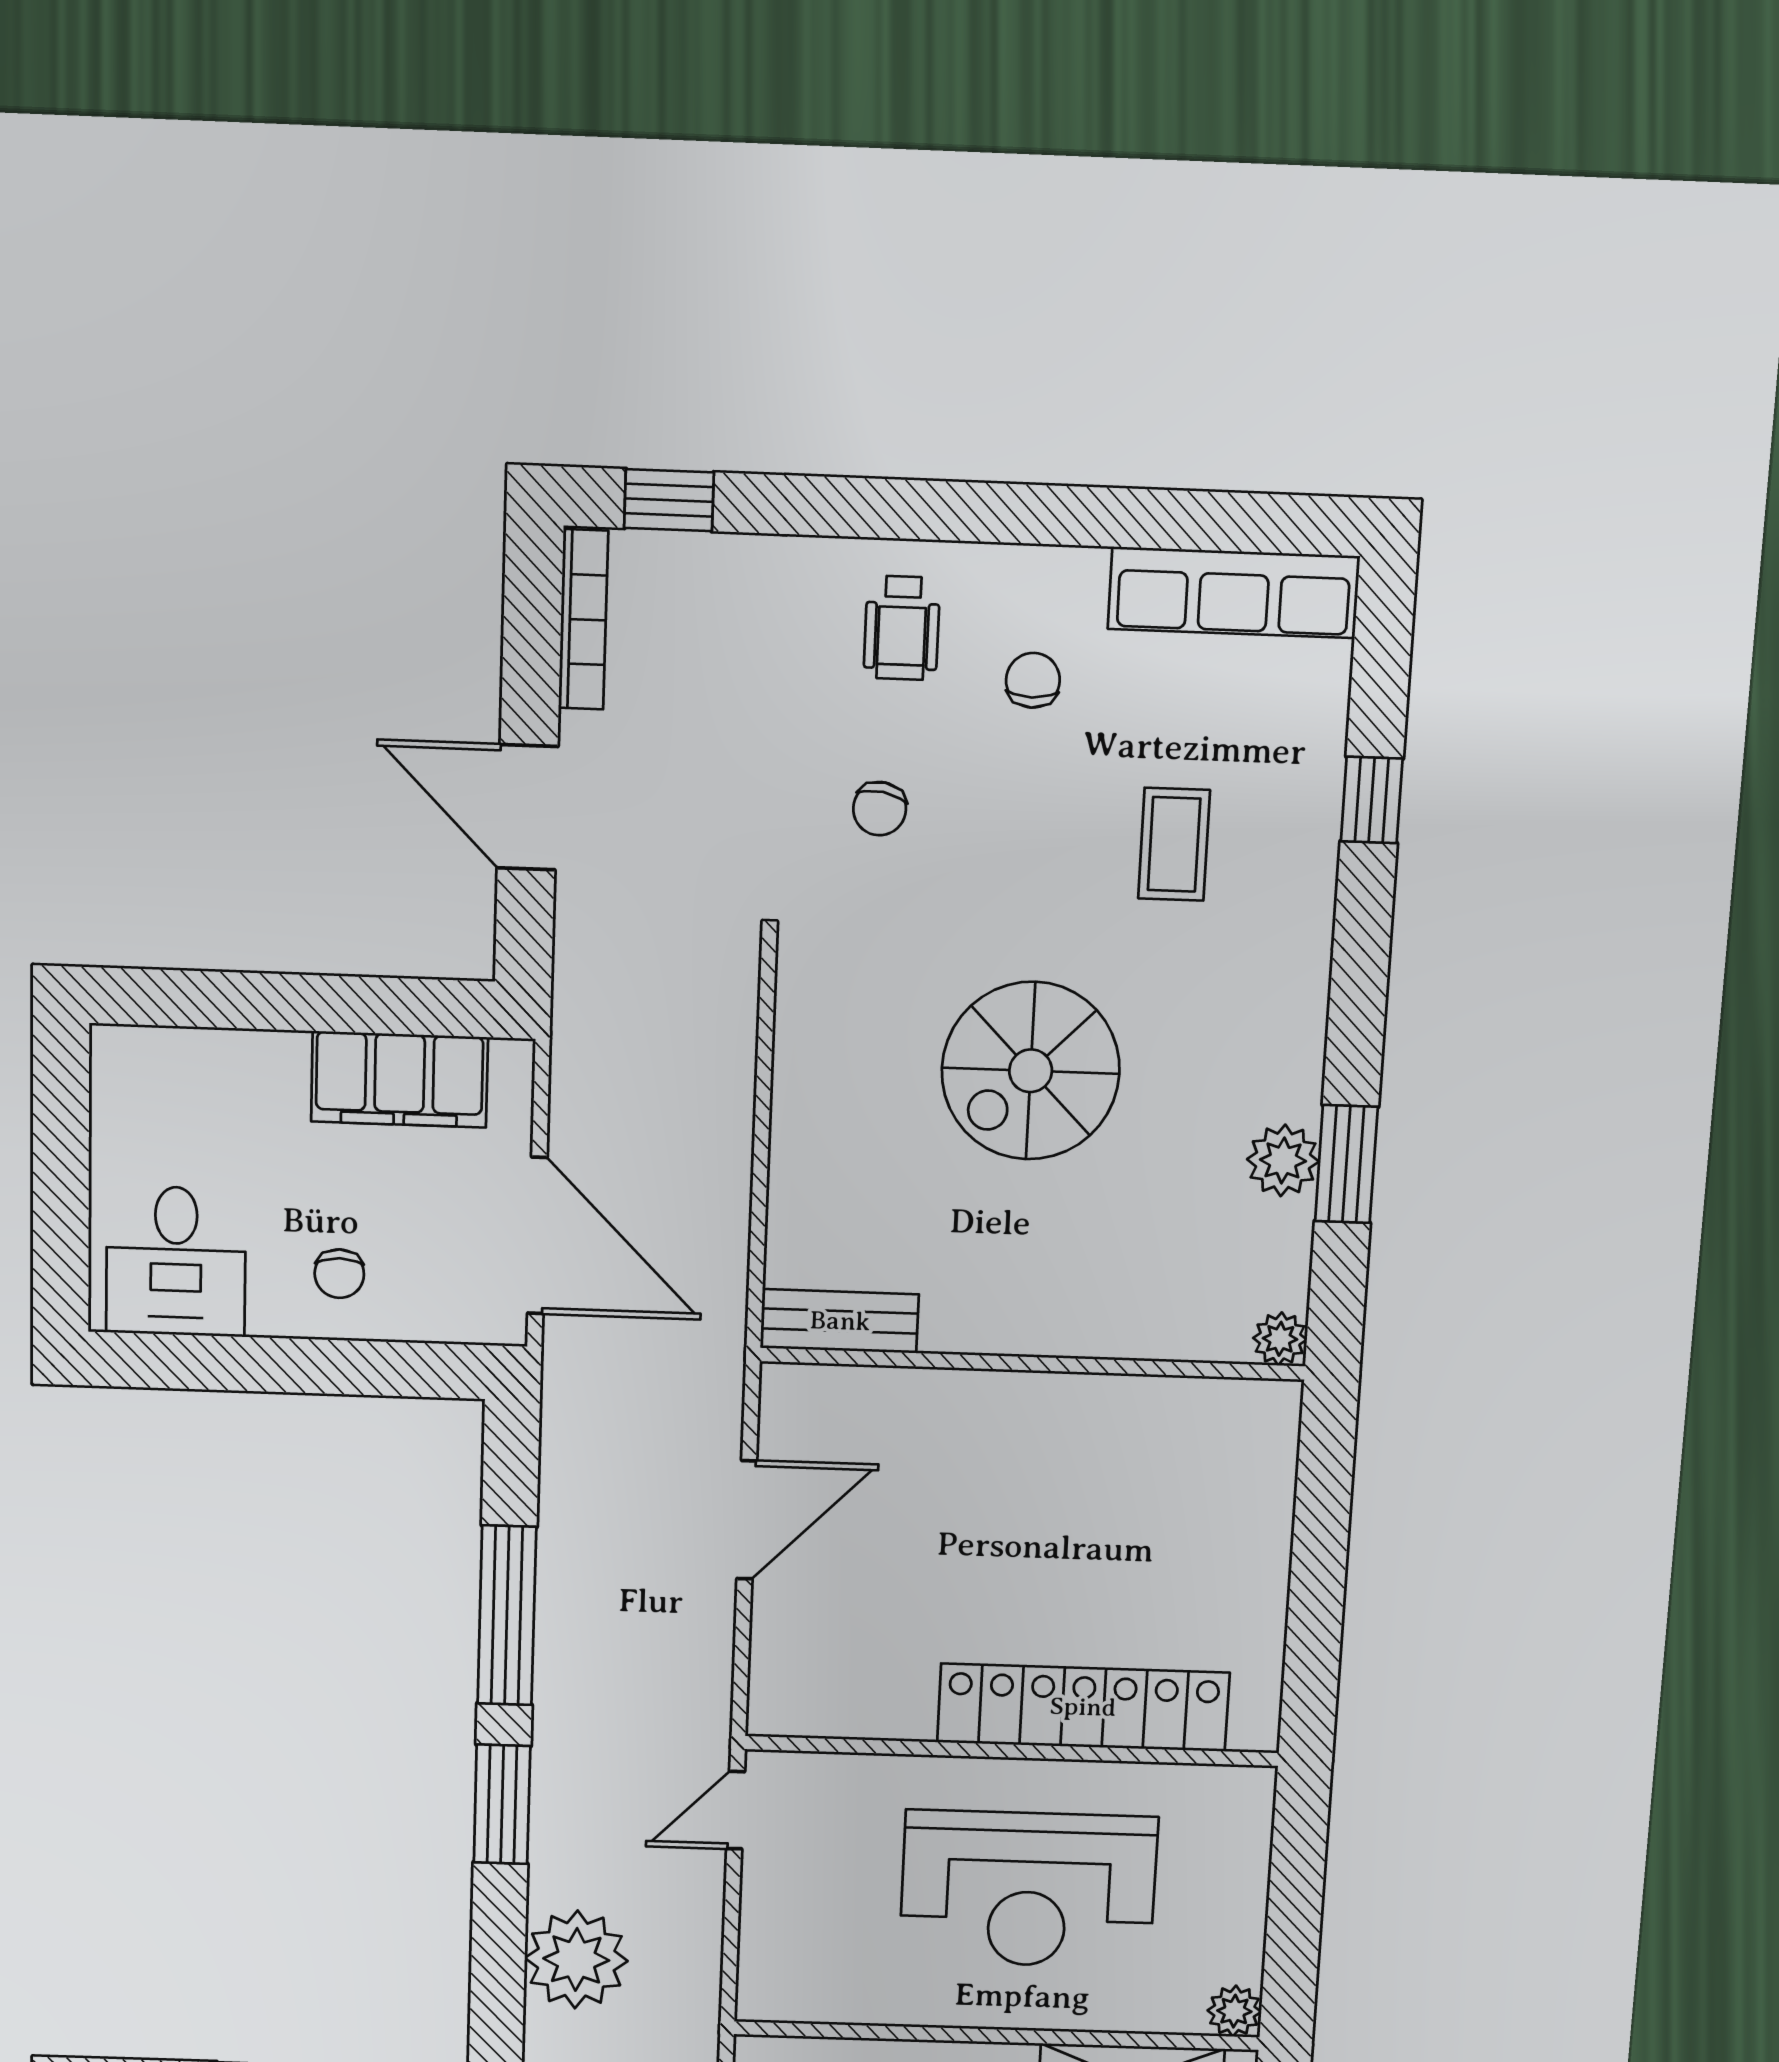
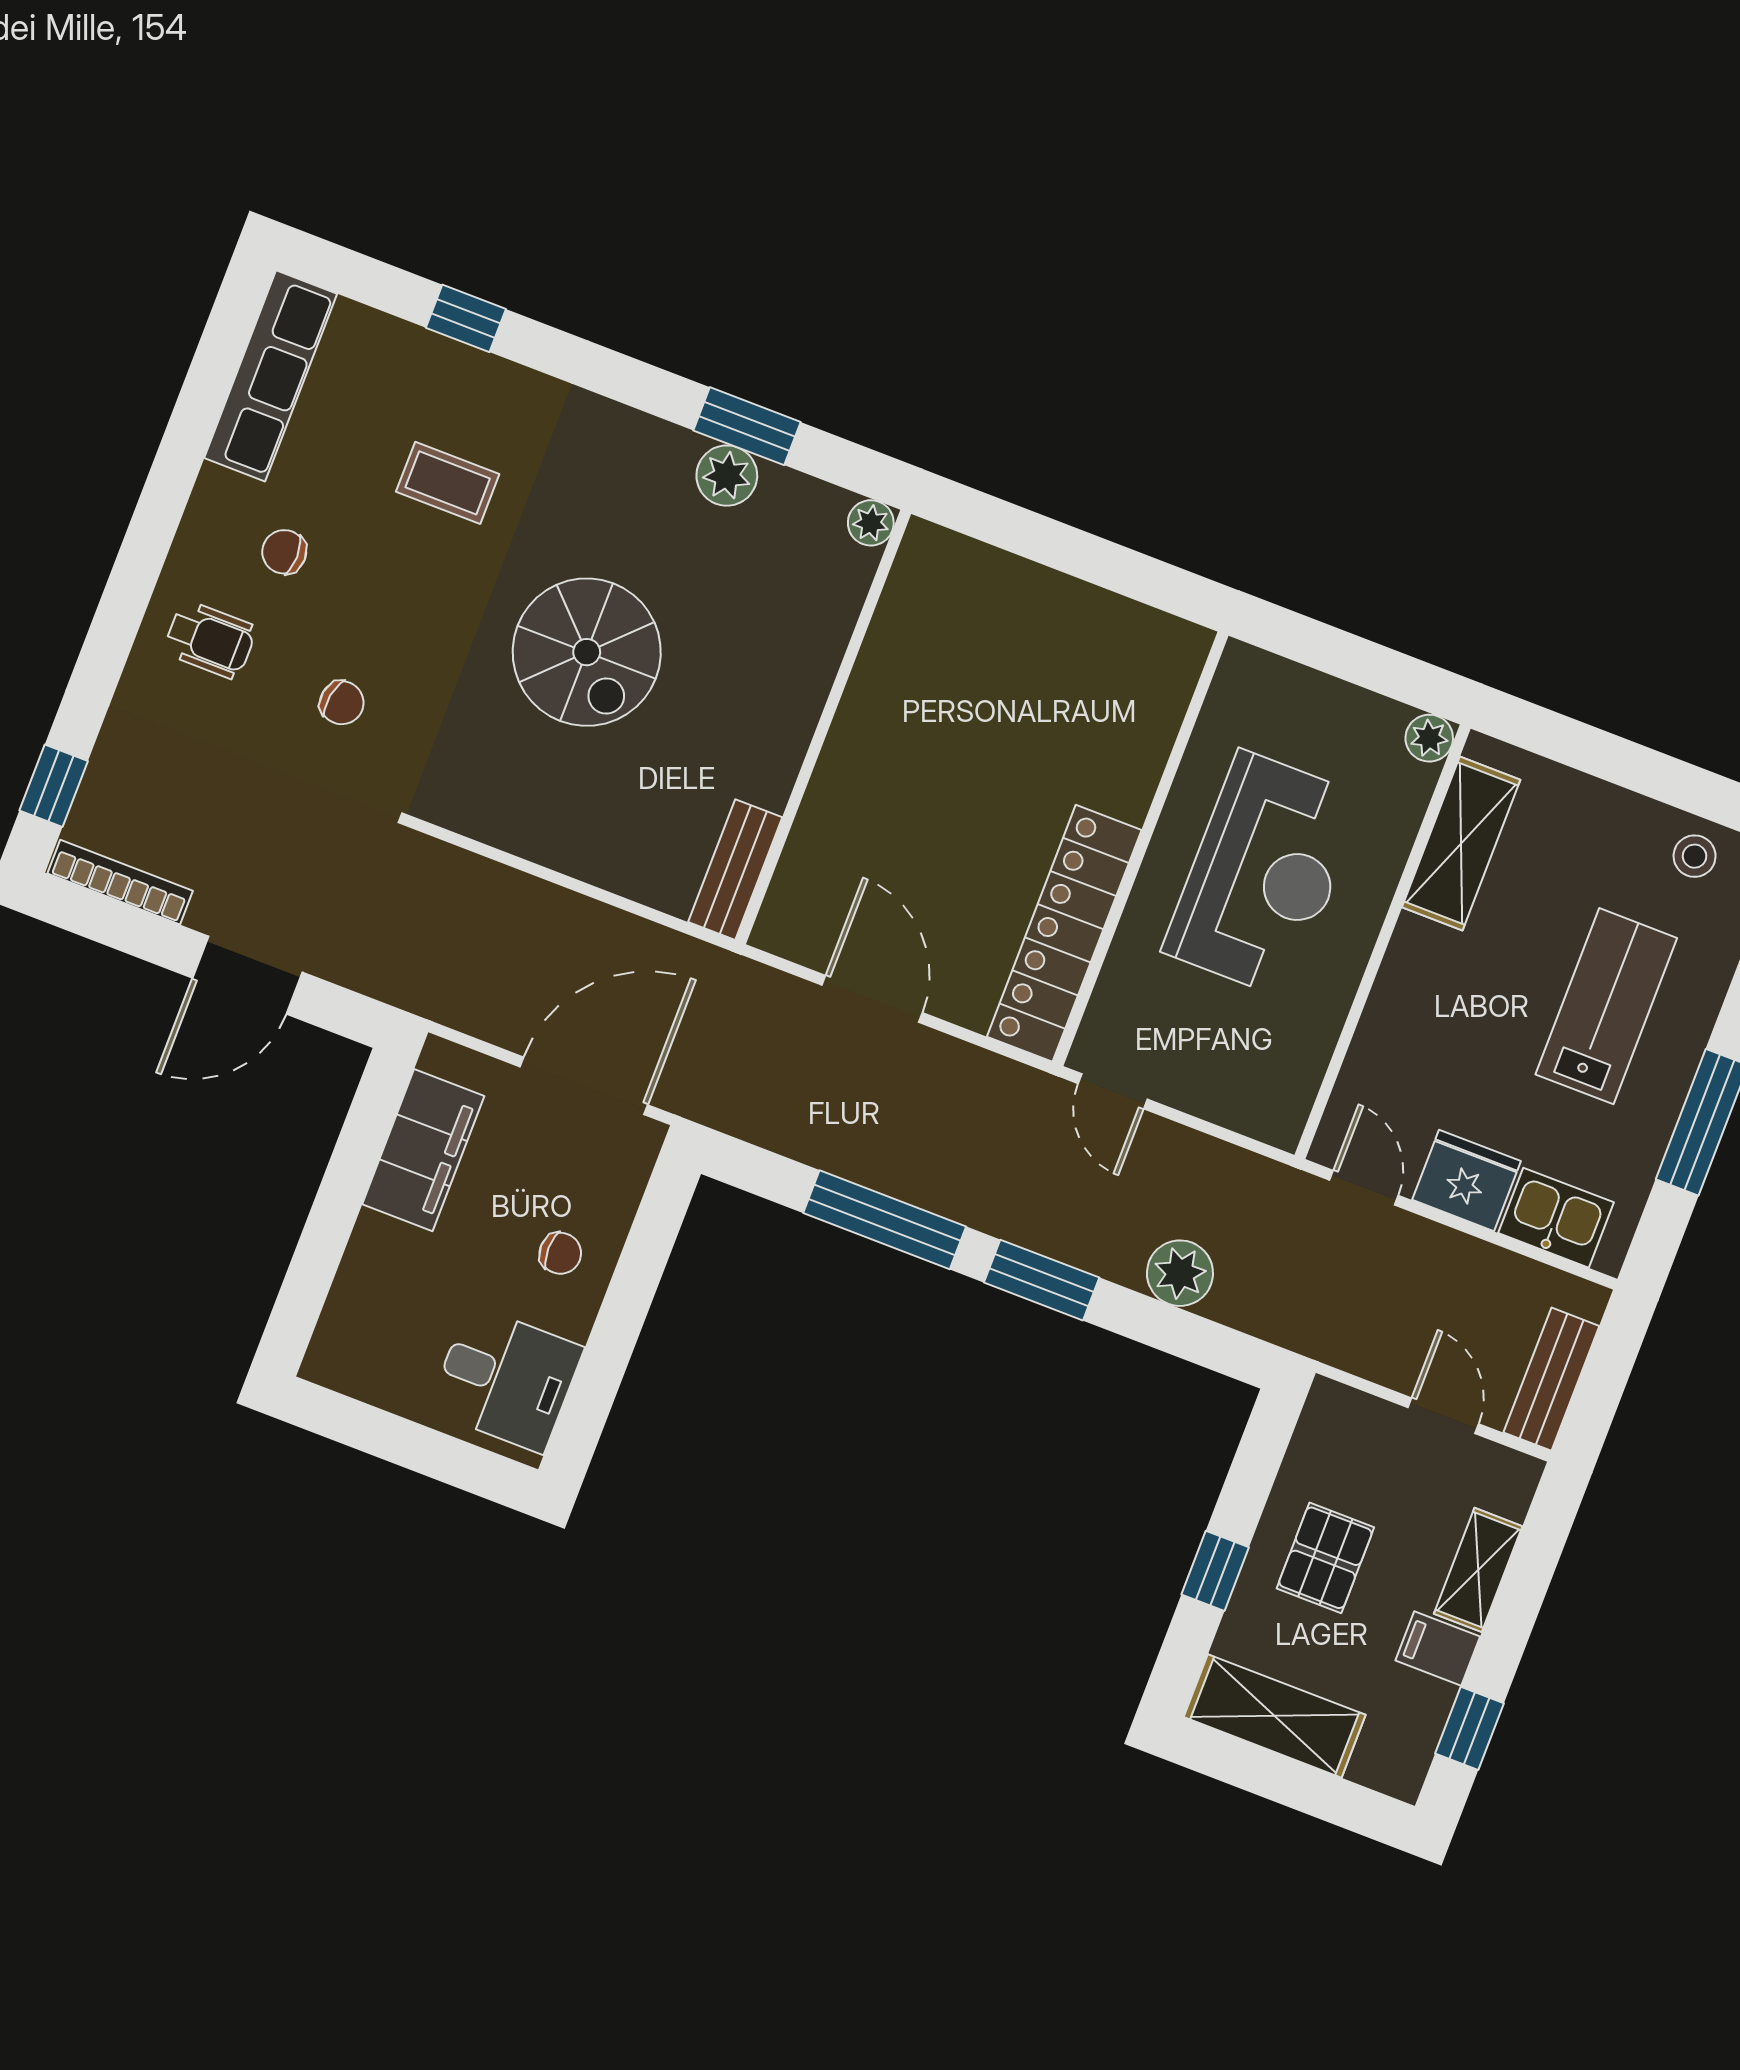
locker: (1083, 1707) -> (1064, 933), moved
plant: (576, 1959) -> (1180, 1273), width x0.73, depth x0.73

